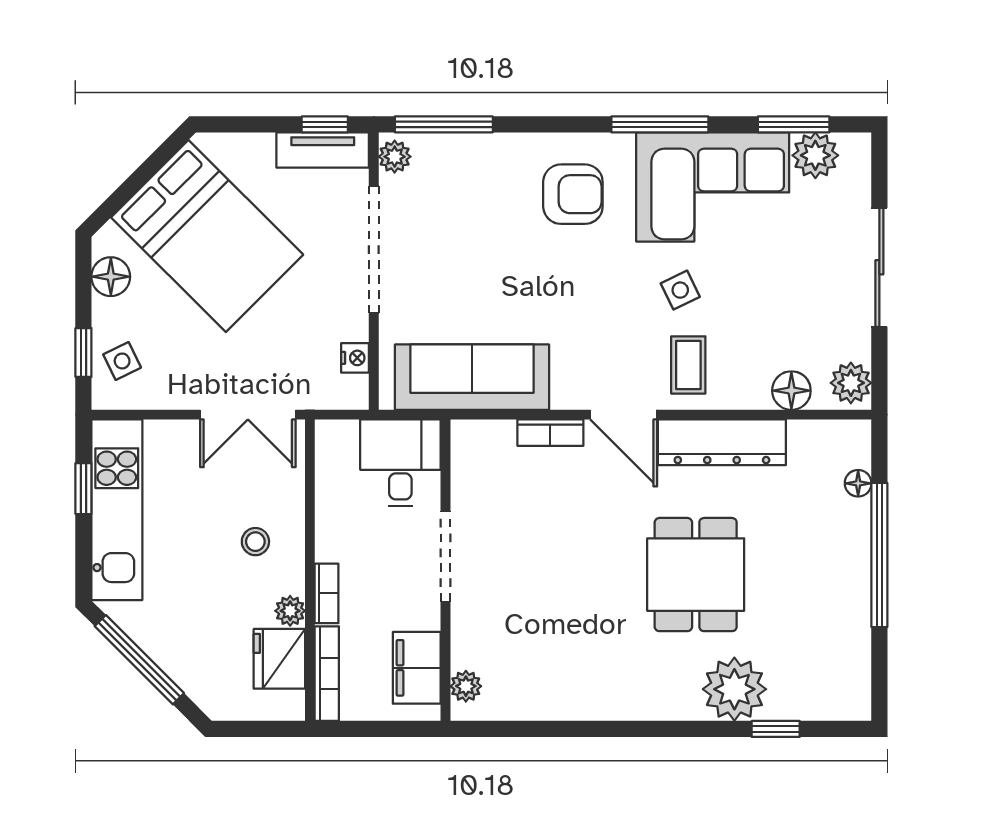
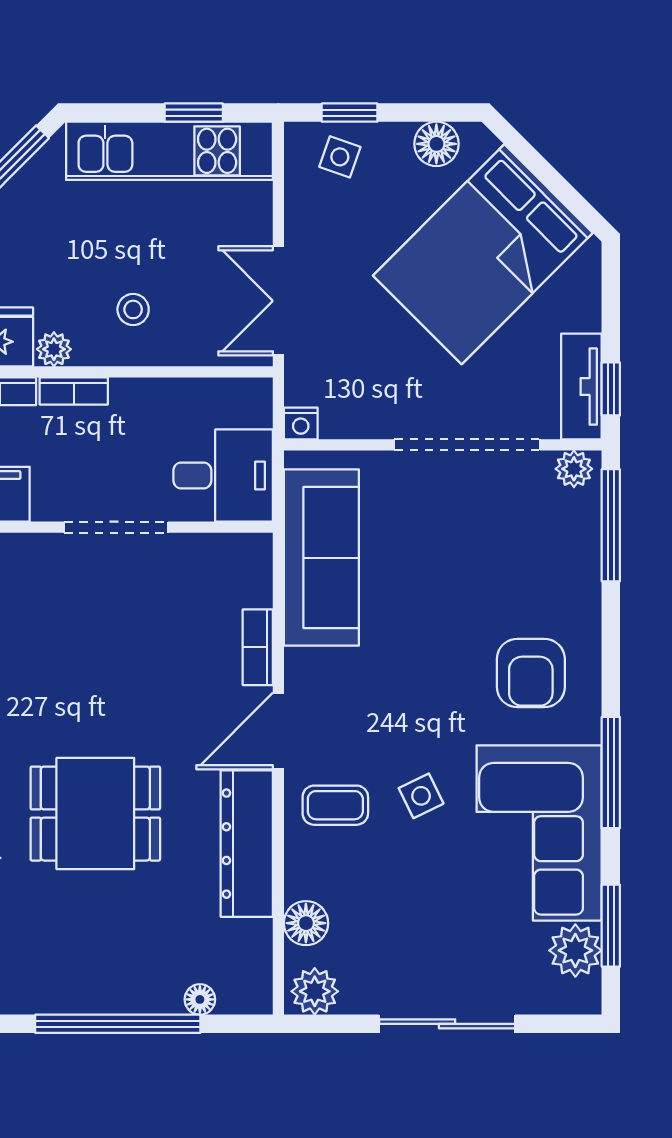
nightstand: (355, 358) -> (301, 424), moved
side table: (122, 361) -> (340, 157), turned 45

